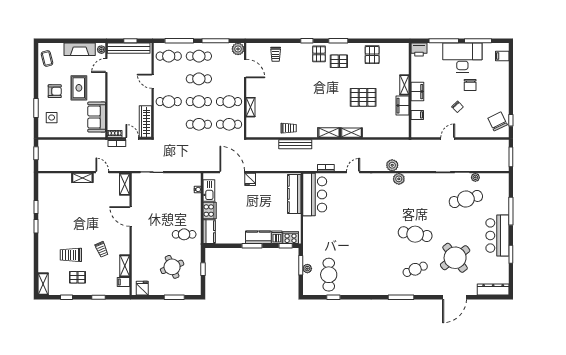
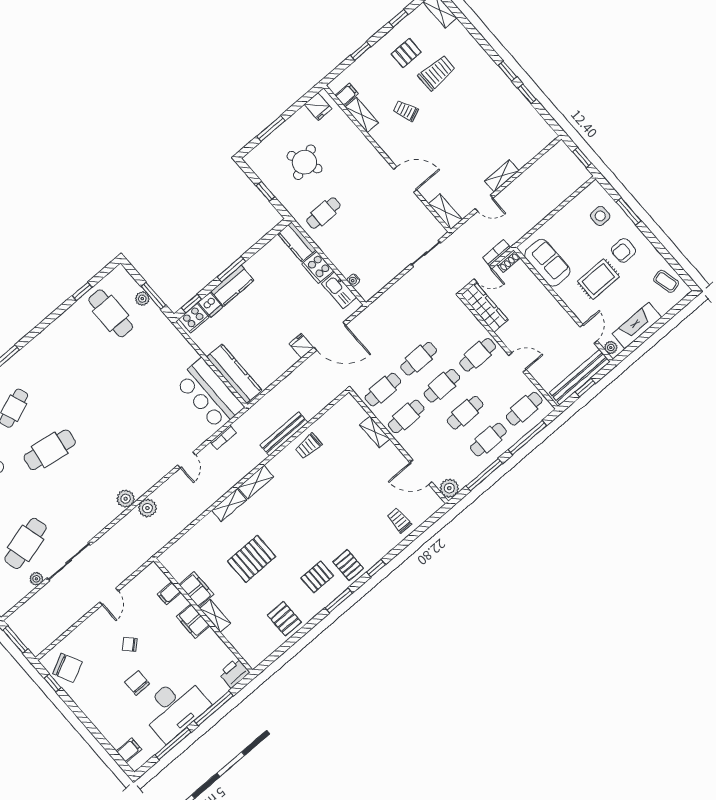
rug: (79, 88) -> (598, 279), turned 90

